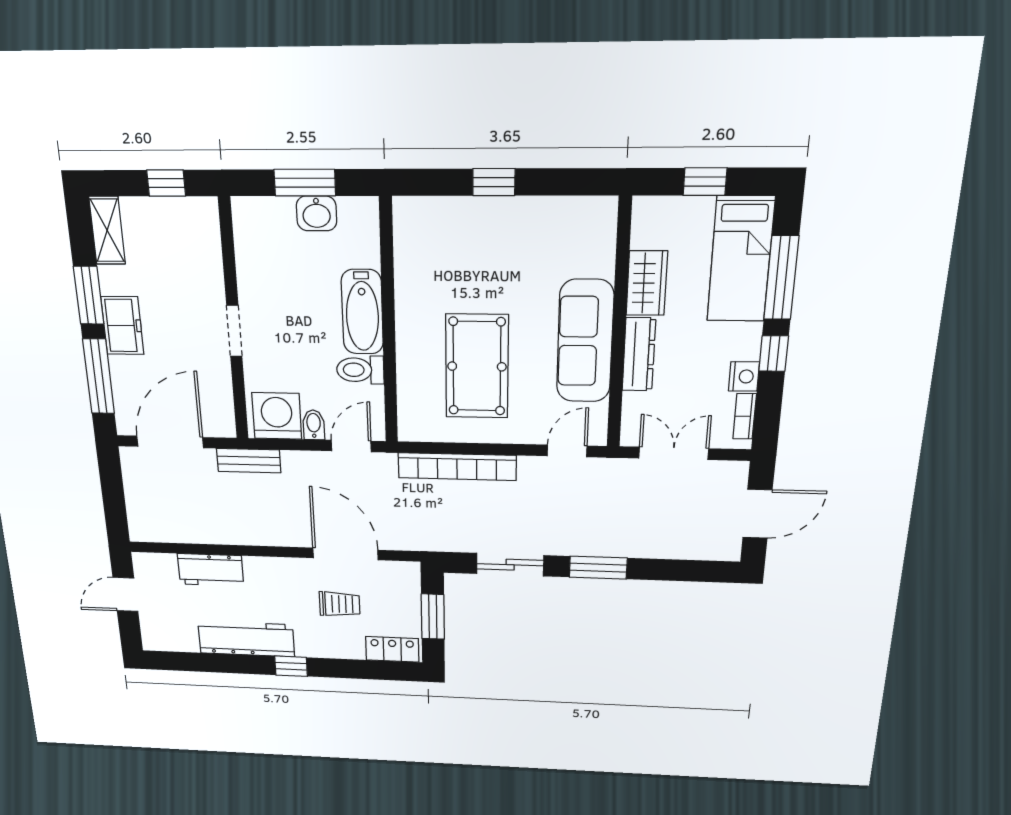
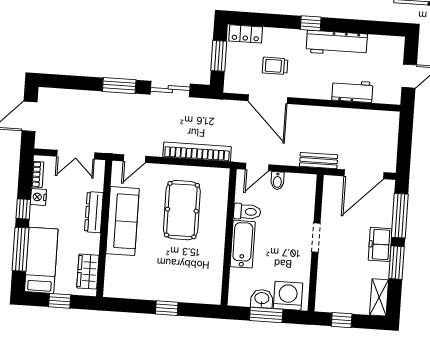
wardrobe: (647, 283) -> (88, 272), moved
washing machine: (277, 416) -> (288, 296), moved, turned 180

